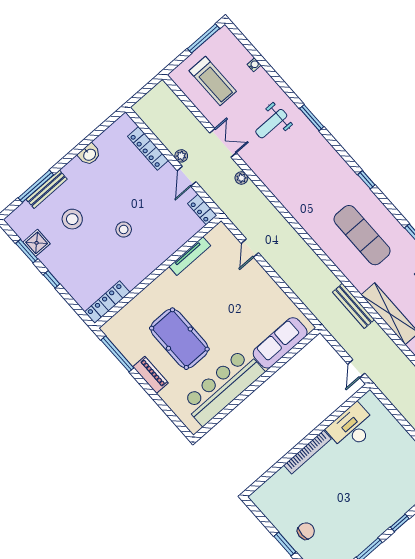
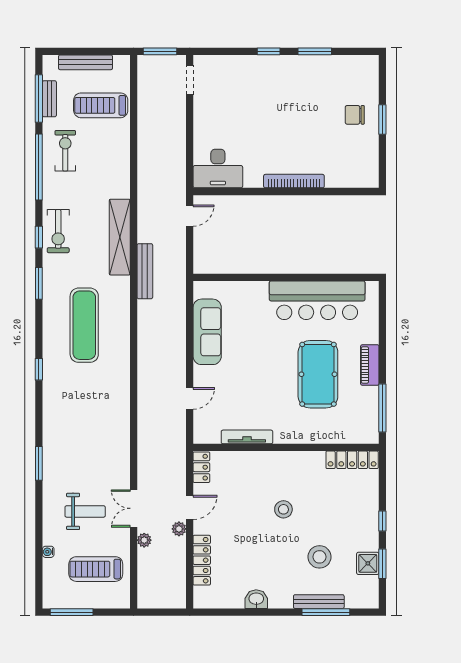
treadmill: (213, 81) -> (96, 569), turned -90
weight bench: (271, 124) -> (85, 511), moved
plant: (241, 178) -> (144, 540), moved
sofa: (280, 343) -> (207, 332), moved, turned -90
desk: (352, 427) -> (218, 169), moved

